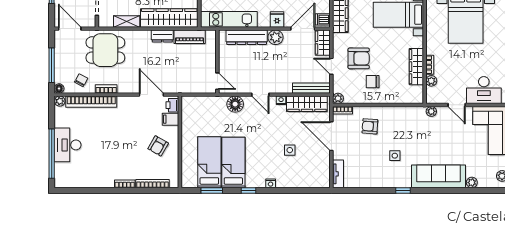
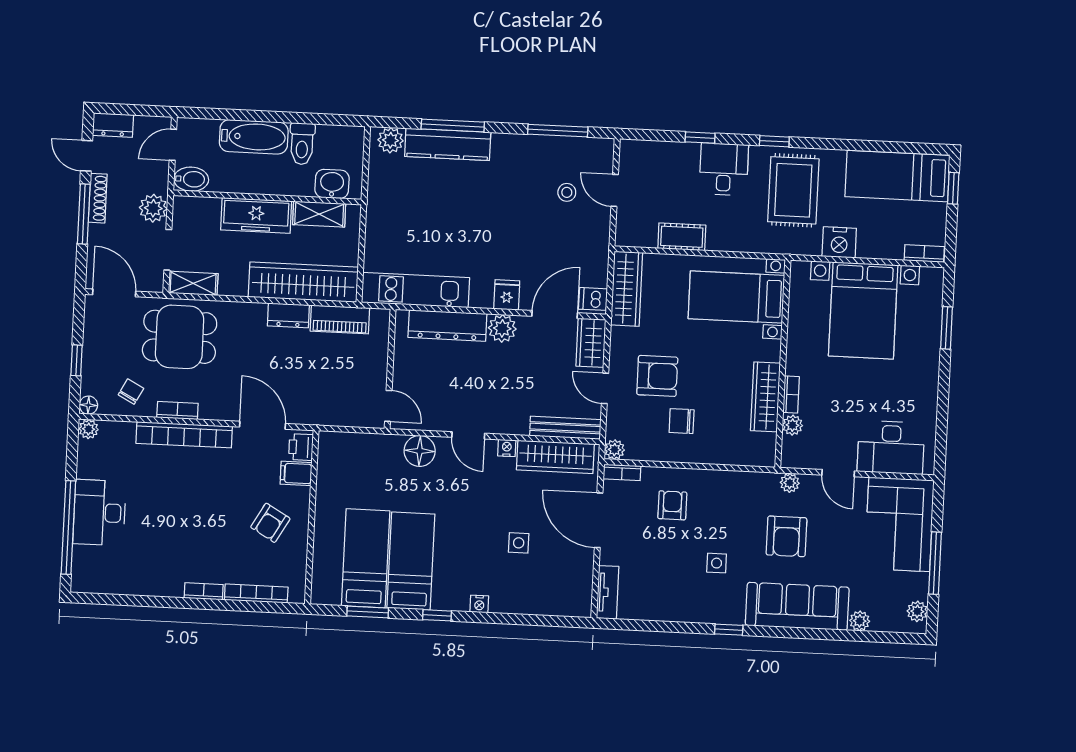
shelving: (127, 21) -> (193, 283), moved
window: (52, 65) -> (77, 360), width x0.46
bookcase: (91, 102) -> (184, 435), moved
armchair: (370, 126) -> (672, 505), turned 86
armchair: (431, 140) -> (786, 536), added

